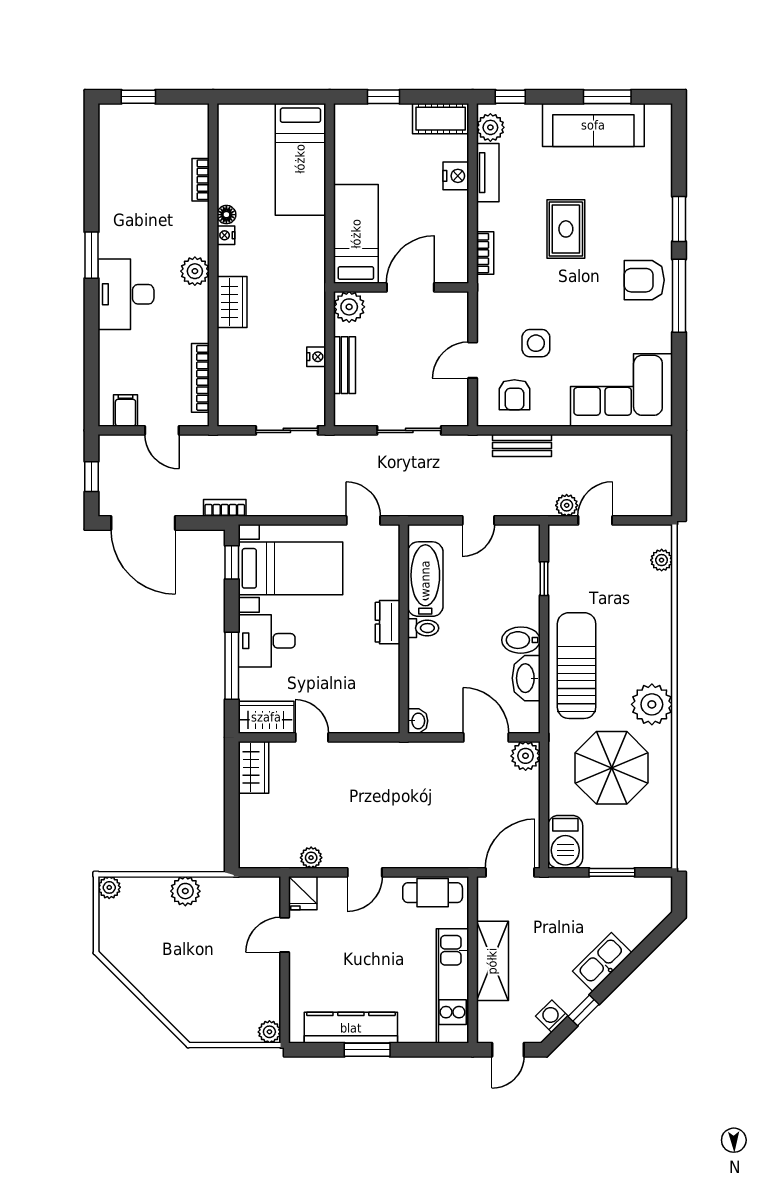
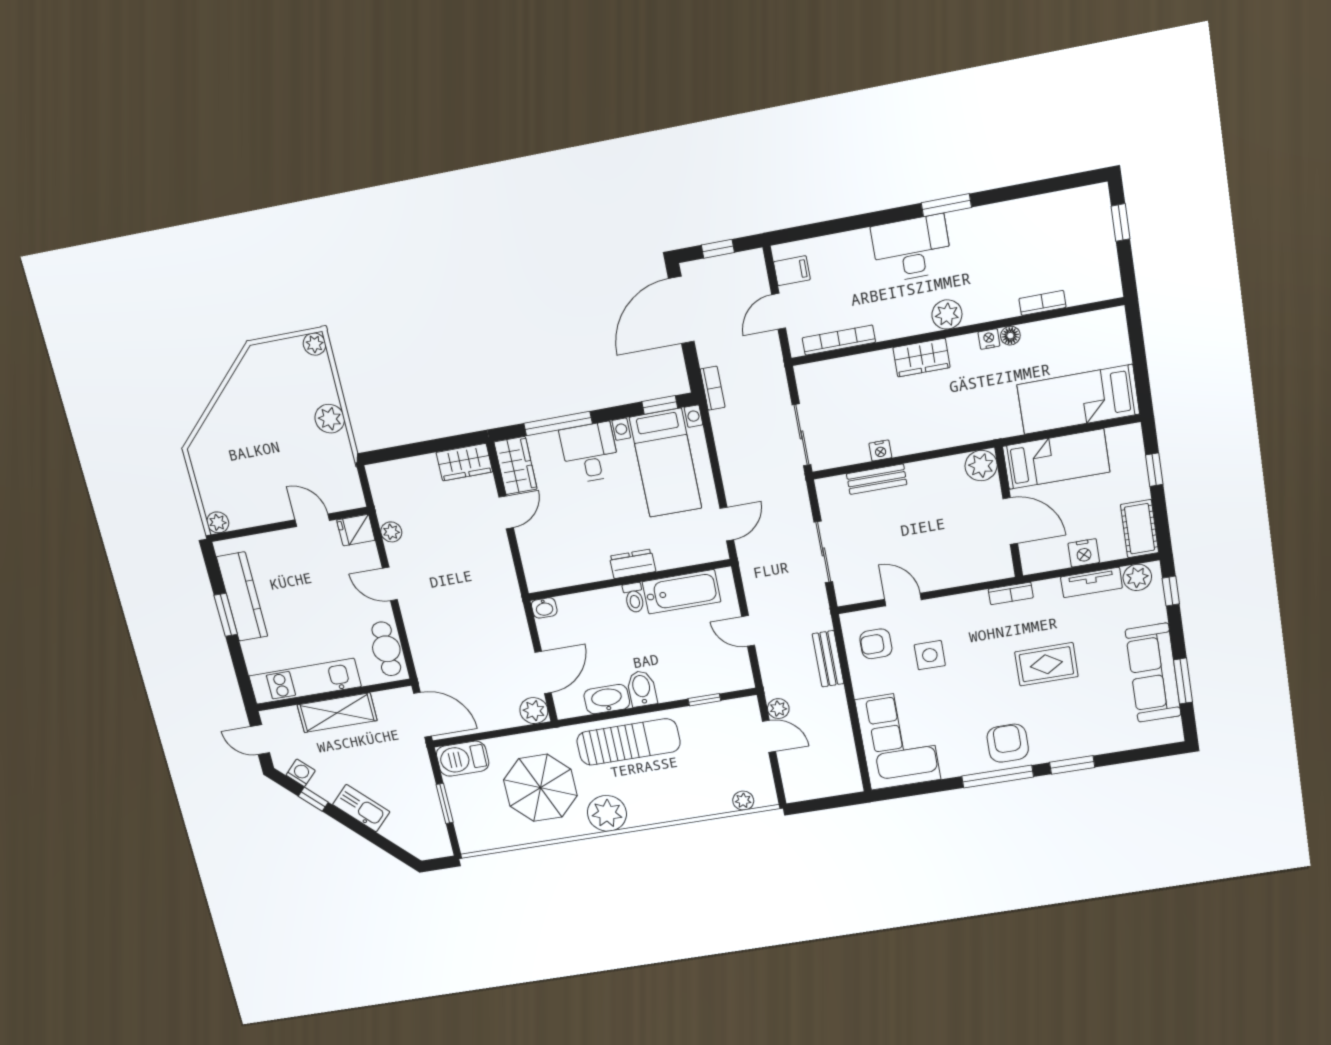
bed: (356, 234) -> (1056, 459), moved
wall: (401, 287) -> (1009, 512), moved
door: (410, 287) -> (1010, 521), moved
plant: (349, 307) -> (981, 466), moved

